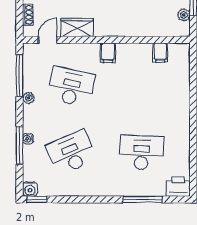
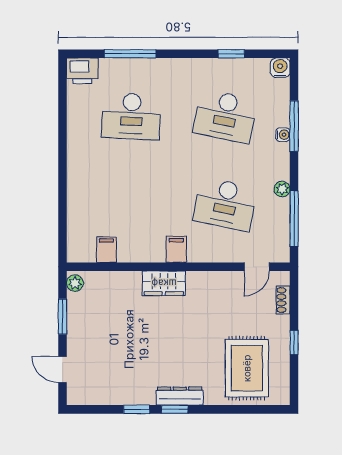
plant: (184, 15) -> (75, 283), moved
wardrobe: (77, 27) -> (164, 283), moved
desk: (71, 153) -> (225, 116), turned 36
window: (37, 199) -> (231, 54), moved

